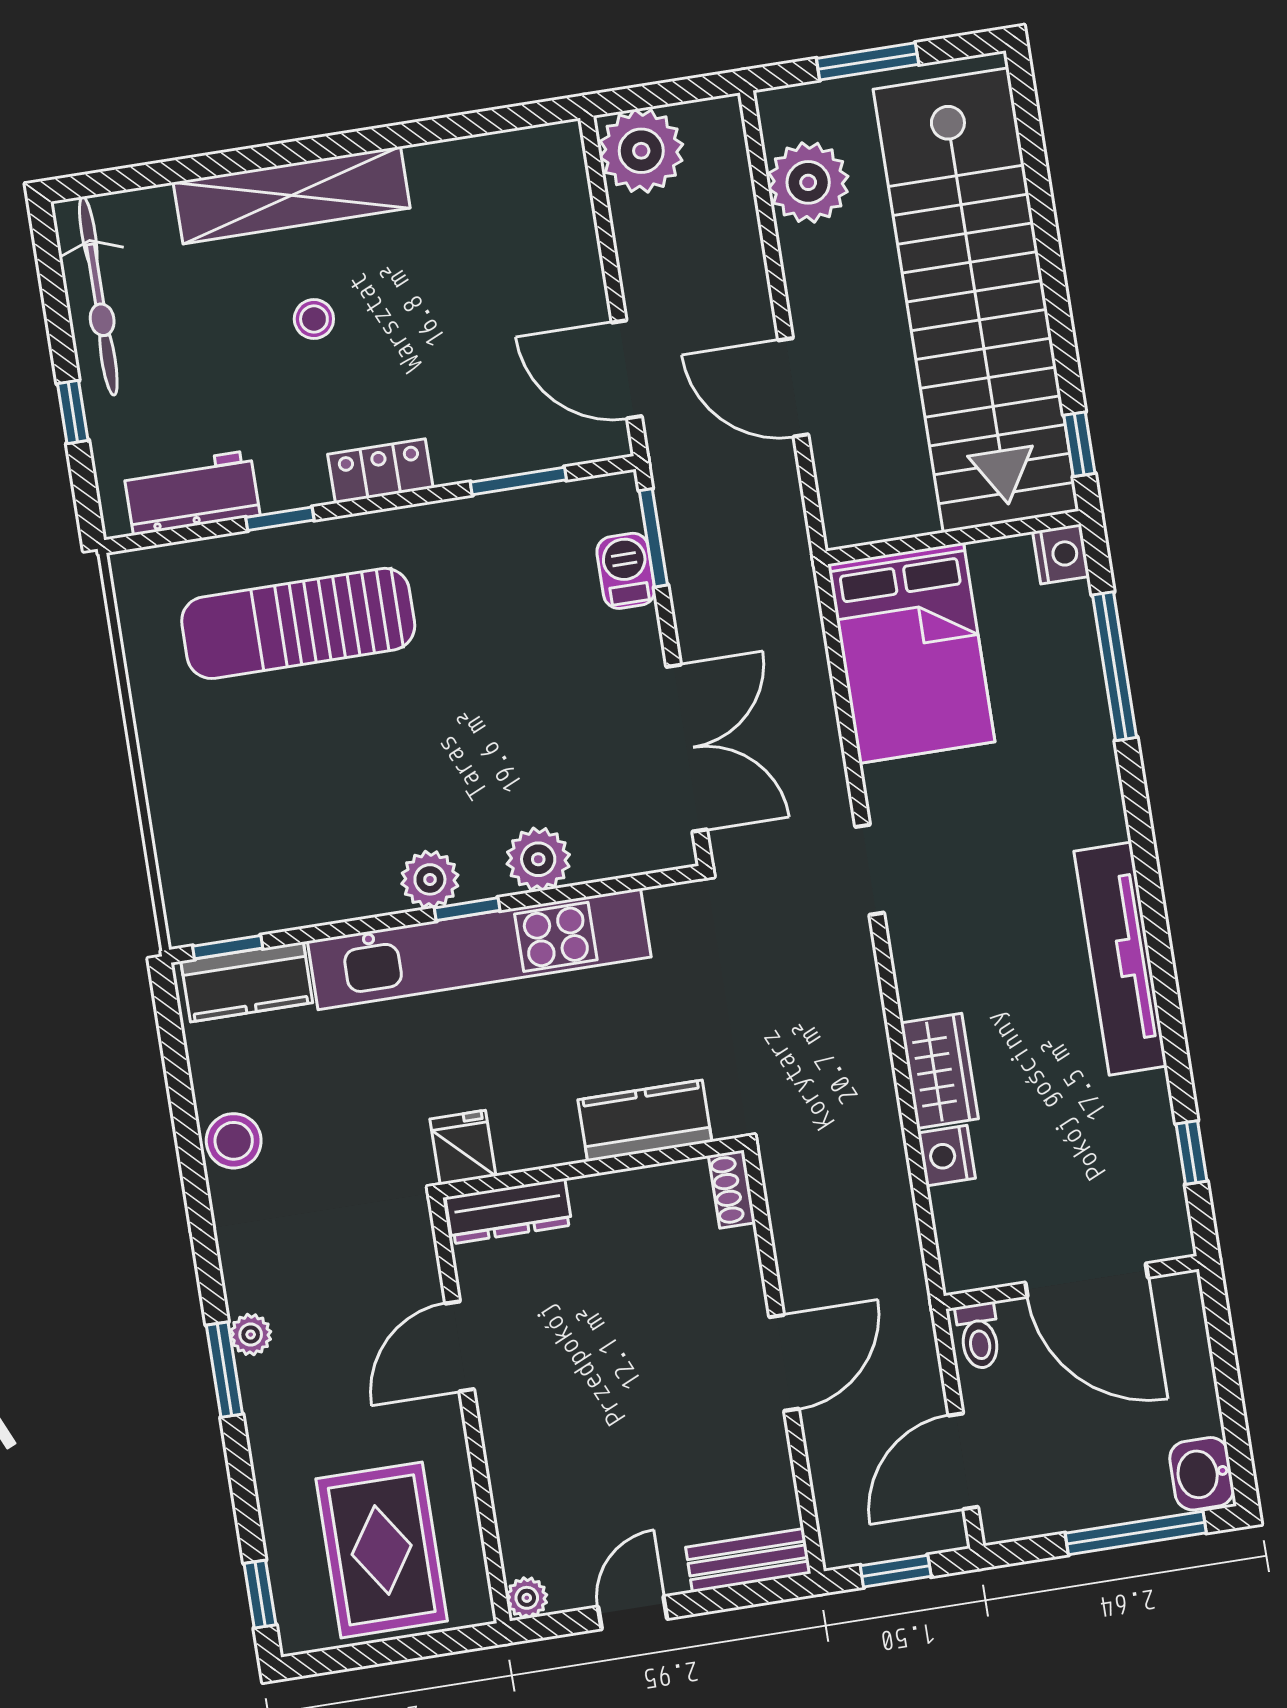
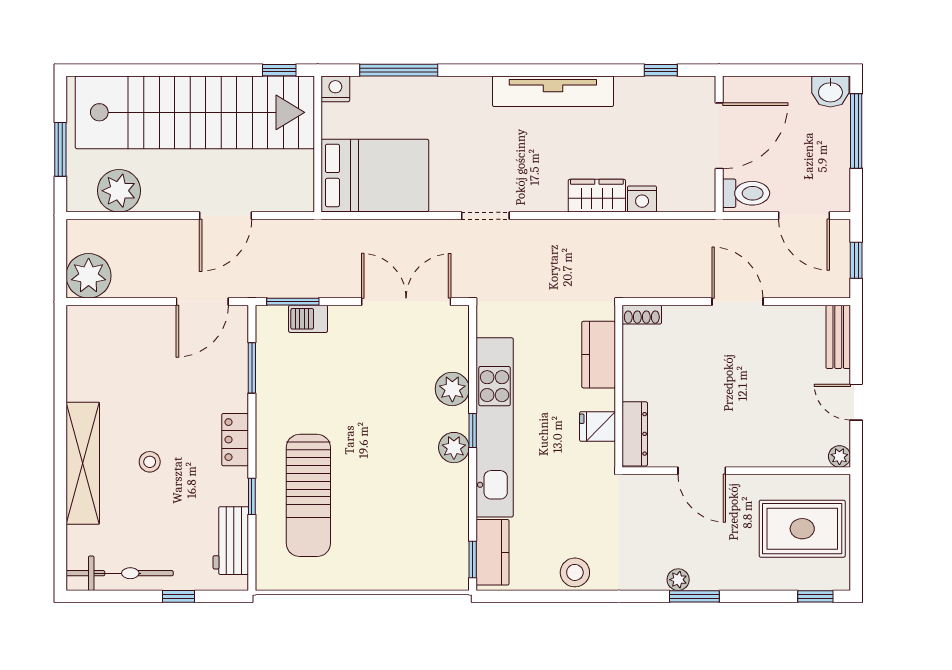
fridge: (463, 1148) -> (597, 427), moved
toilet: (979, 1336) -> (746, 193), width x1.37, depth x1.39

